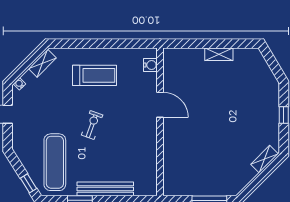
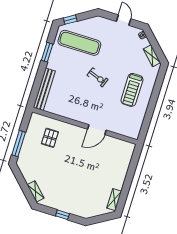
shelving: (219, 54) -> (114, 200), moved
water cooler: (150, 65) -> (127, 132), removed
pallet: (189, 162) -> (50, 138), added
bench: (105, 189) -> (44, 89), moved

